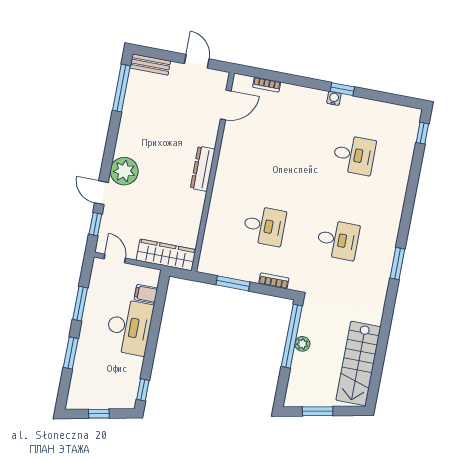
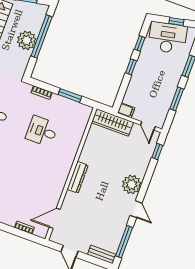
door: (101, 193) -> (136, 209), moved
filing cabinet: (146, 294) -> (126, 110), moved
desk: (129, 327) -> (167, 38), moved, turned 79
window: (292, 336) -> (42, 36), moved
window: (153, 339) -> (131, 67), added
plant: (302, 344) -> (27, 40), width x1.88, depth x1.88
window: (143, 390) -> (140, 43), moved

